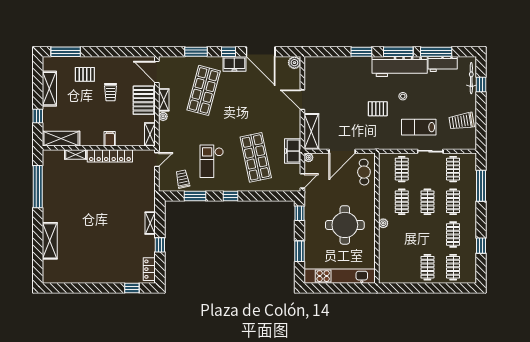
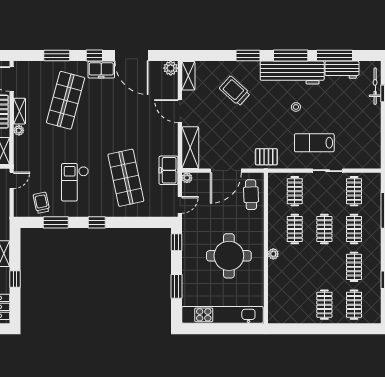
shelving: (310, 69) -> (188, 76), added
pallet: (378, 109) -> (266, 157), moved
trolley: (462, 121) -> (235, 91), moved, turned 51

